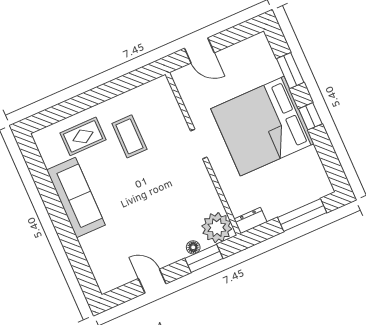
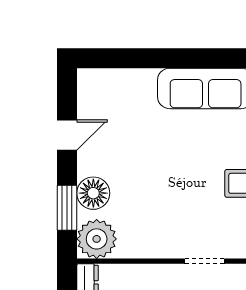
floor lamp: (193, 247) -> (93, 193), width x1.89, depth x1.89

